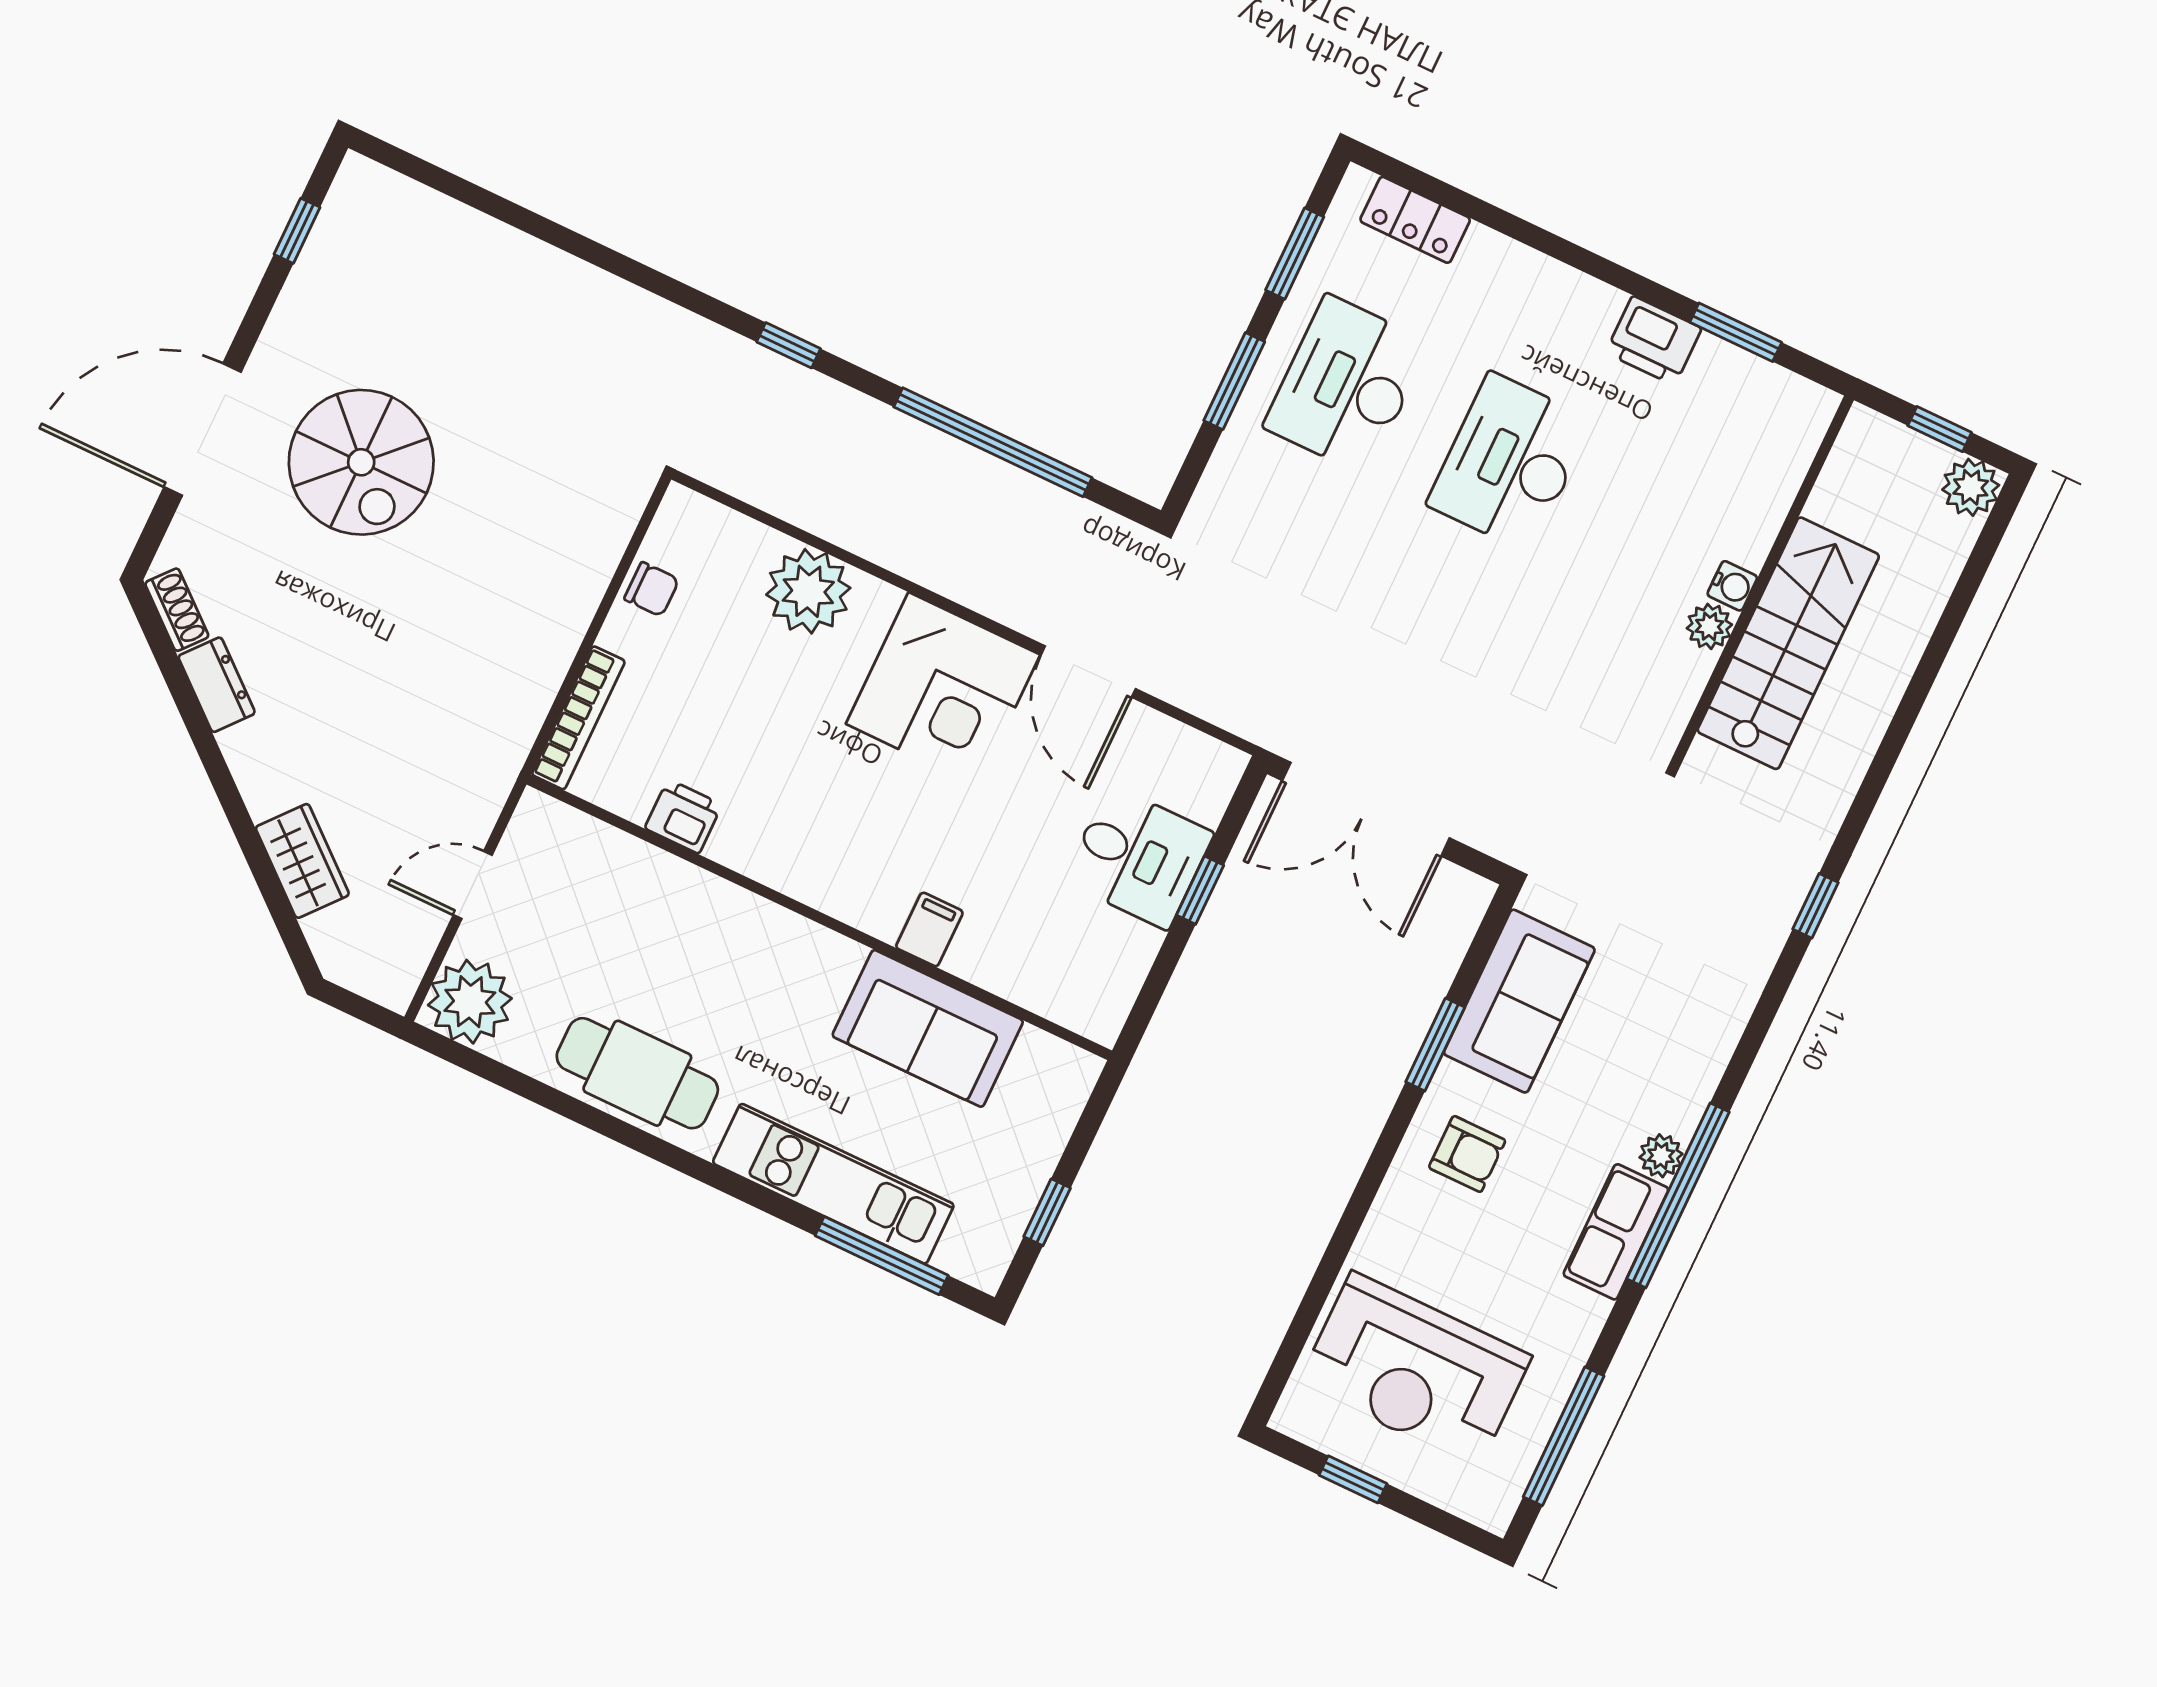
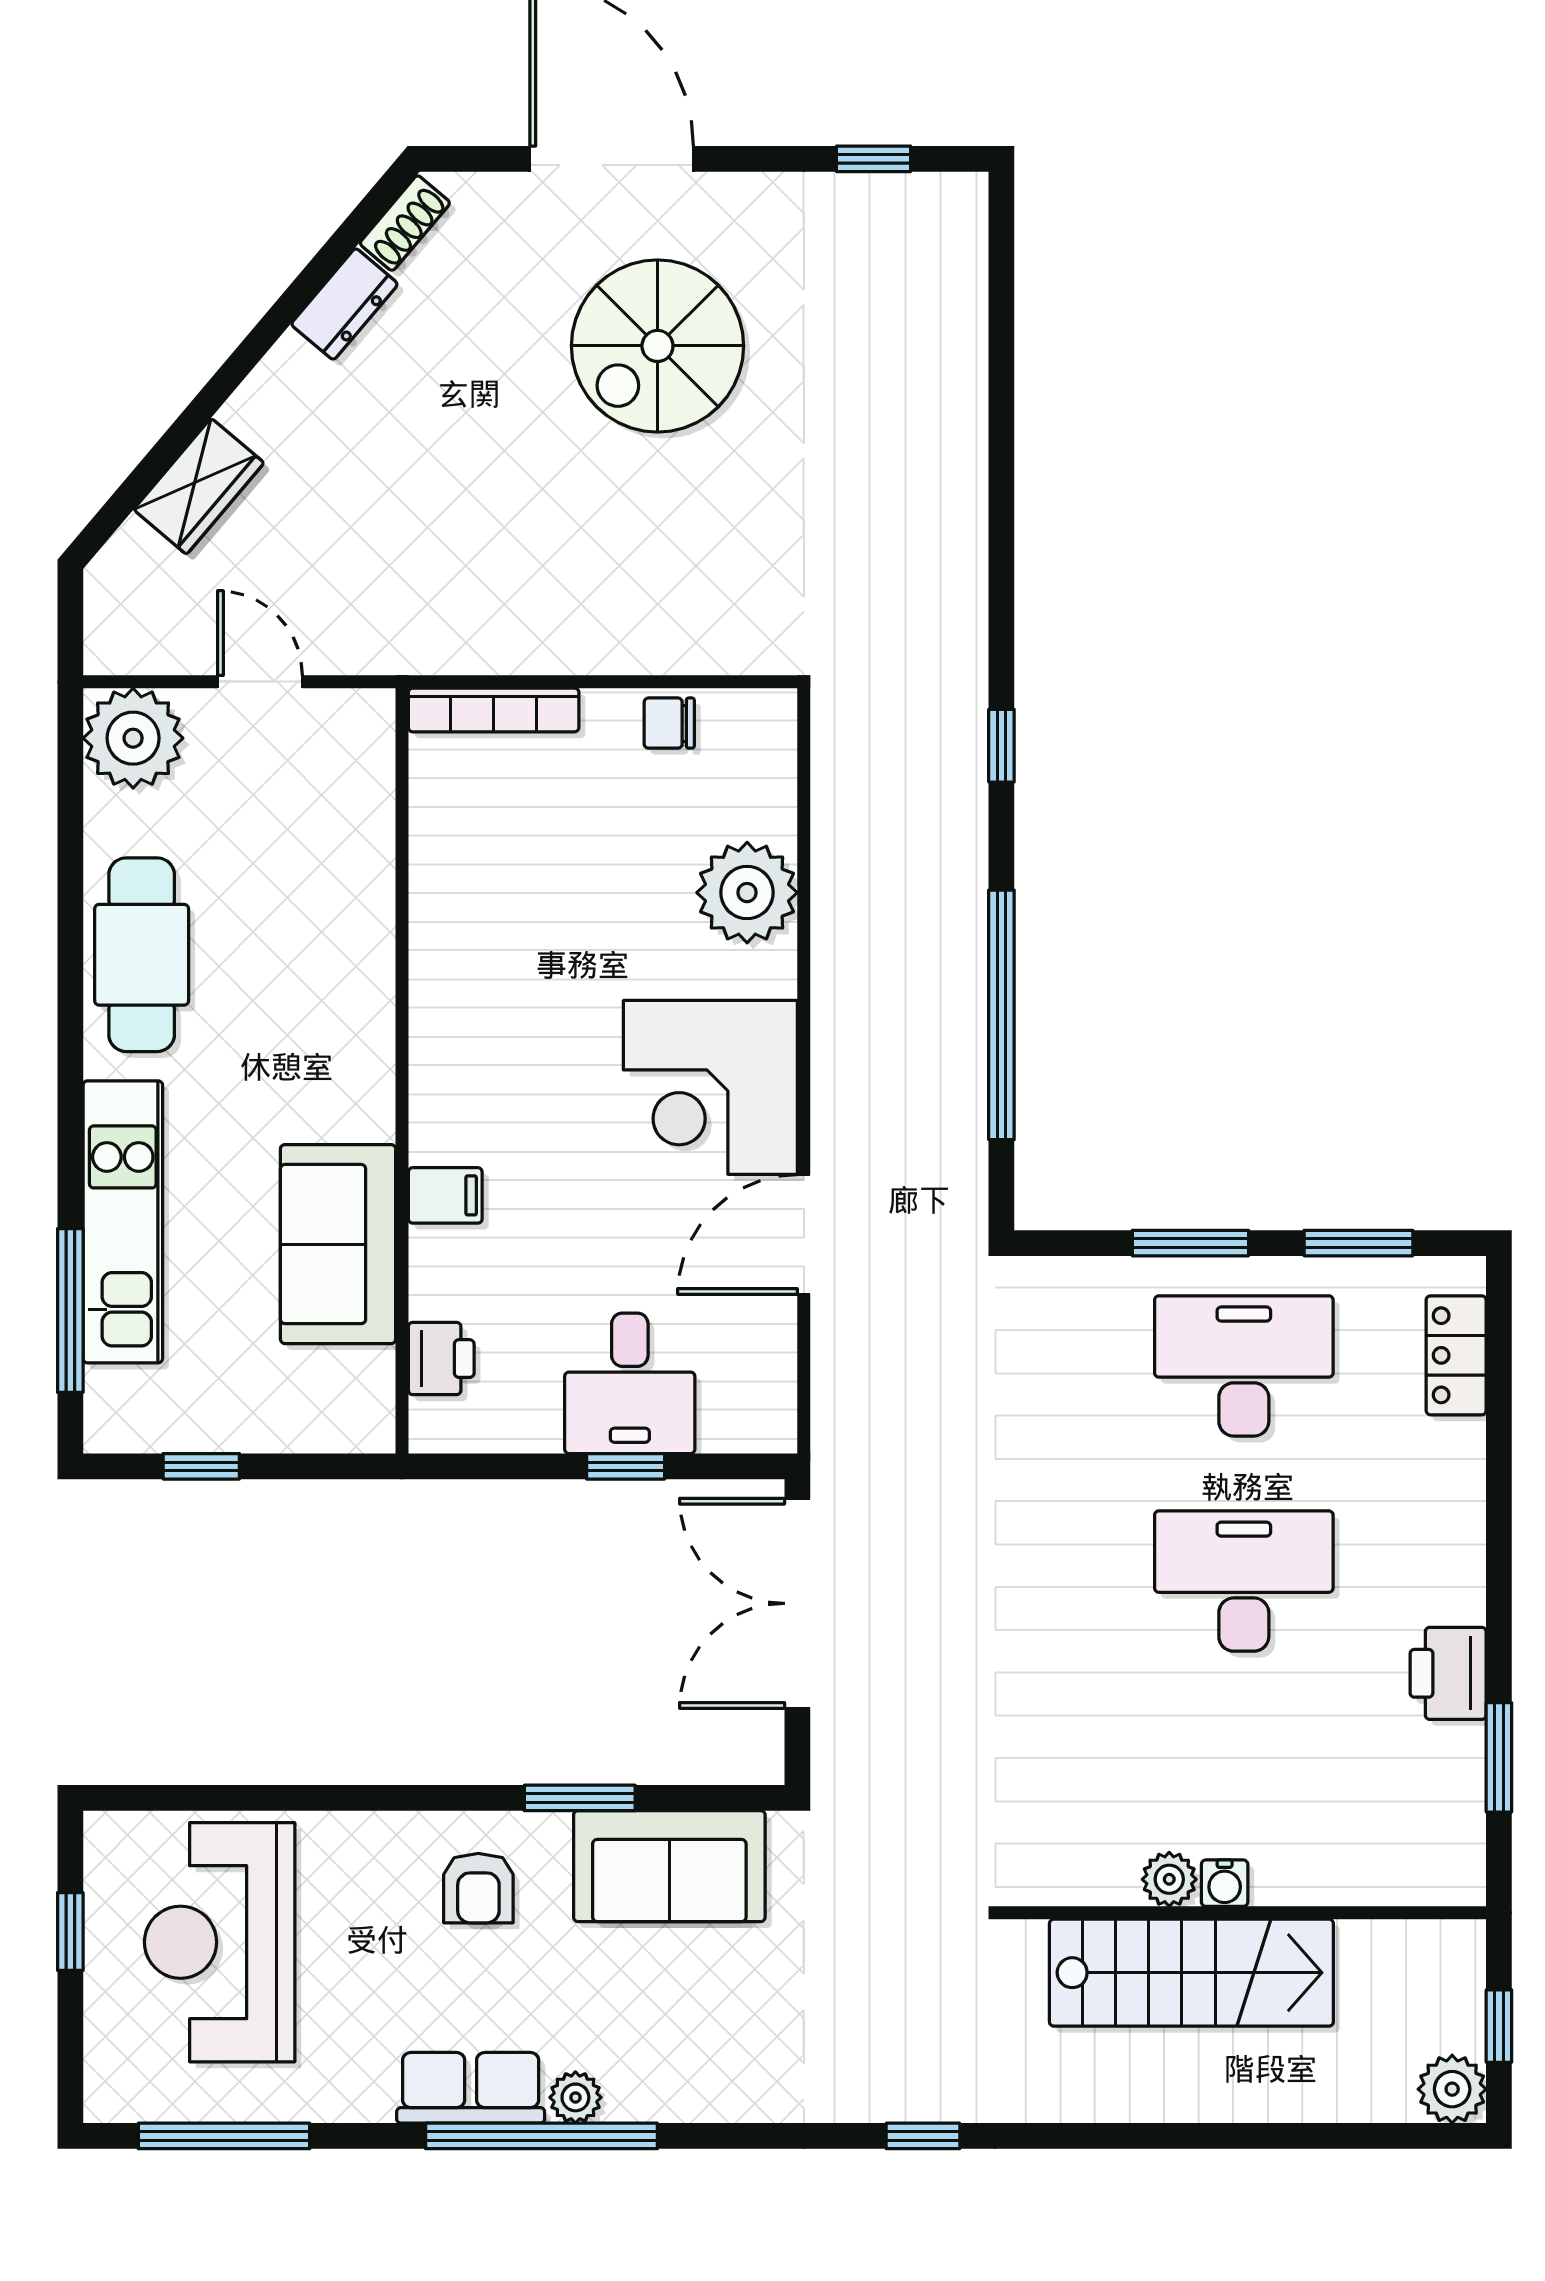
chair: (652, 589) -> (669, 723), turned 90
printer: (683, 816) -> (441, 1359), moved

